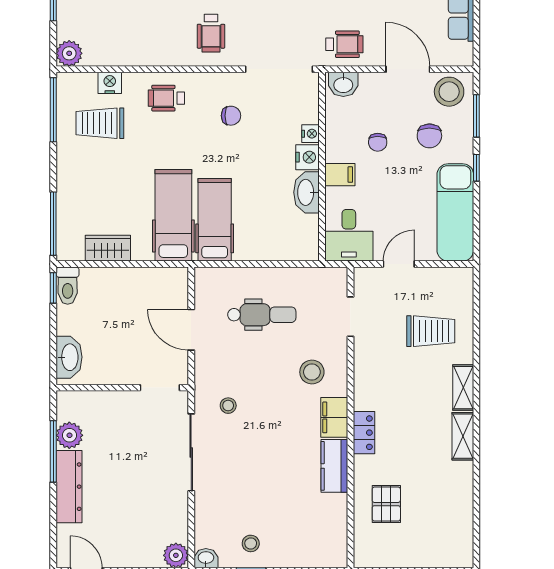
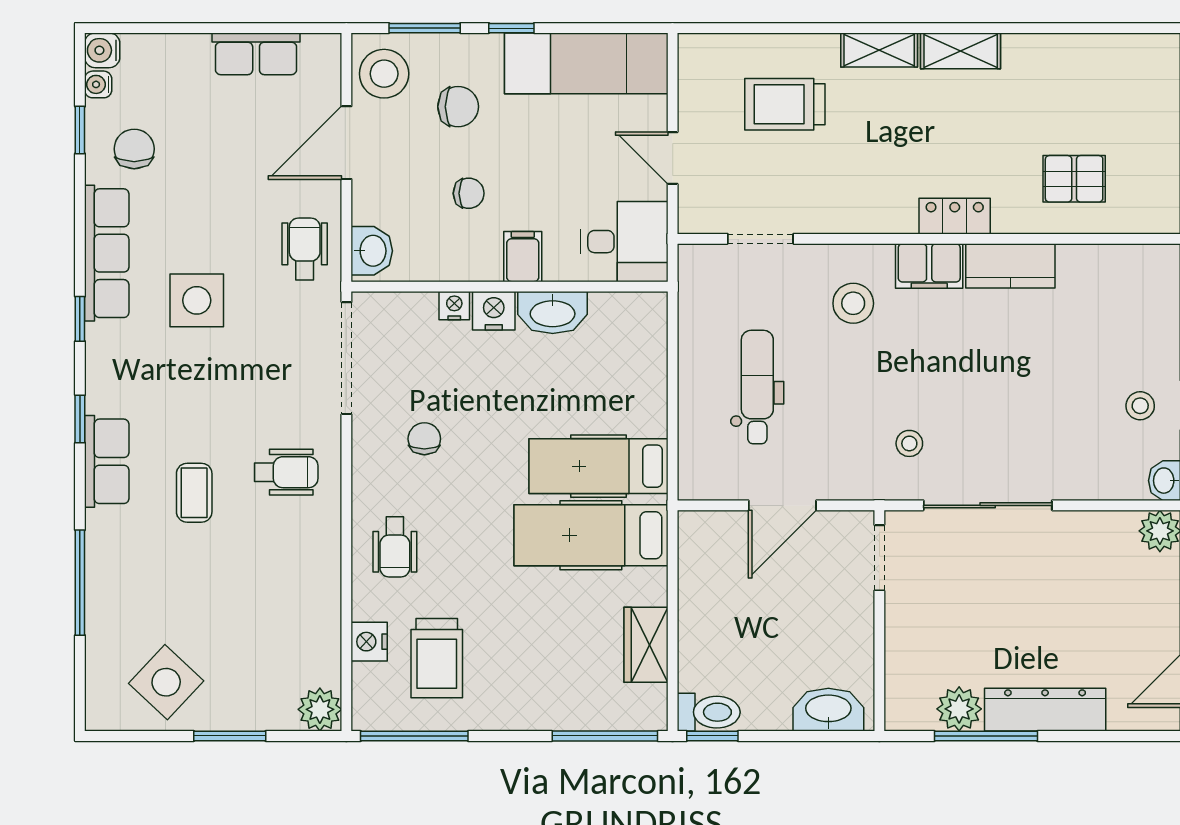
trolley: (431, 331) -> (785, 104), turned -90

